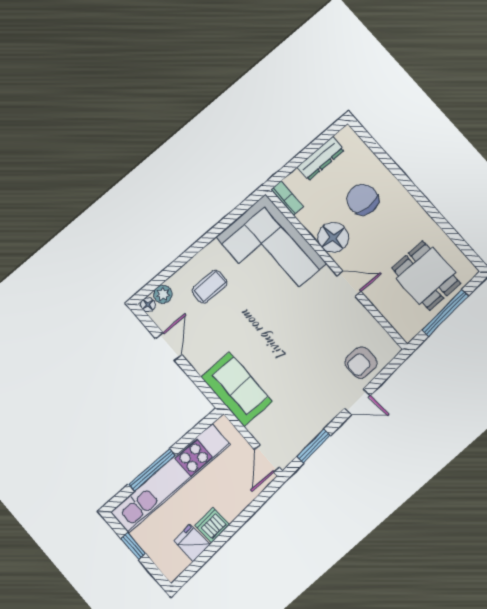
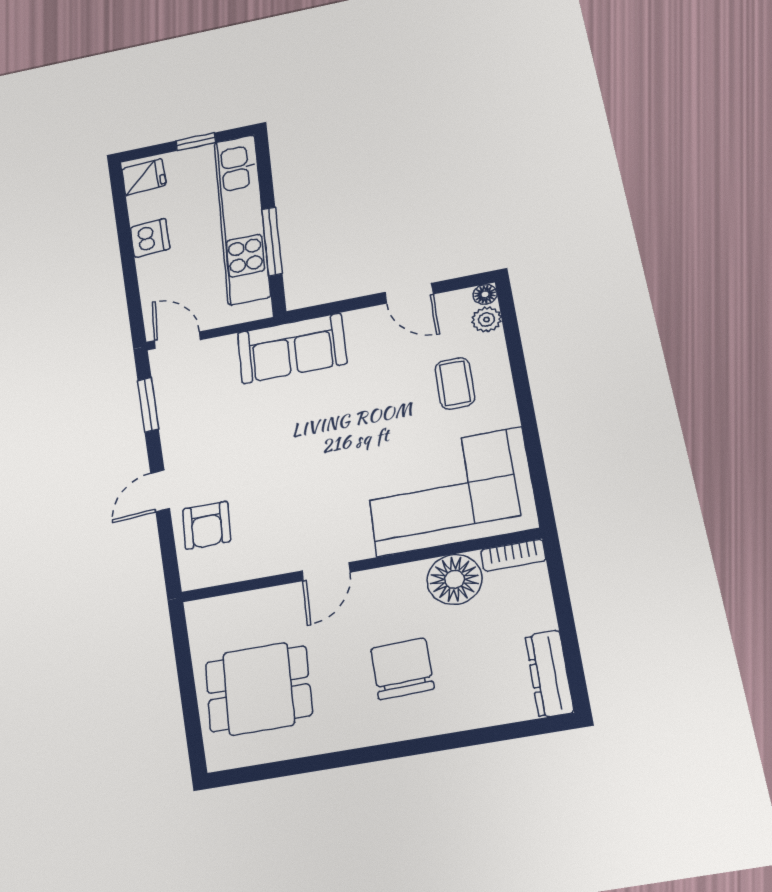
dresser: (321, 159) -> (549, 674), moved
chair: (363, 199) -> (402, 669), moved, turned -92
floor lamp: (333, 238) -> (454, 579), moved
window: (445, 313) -> (187, 683), removed
armchair: (361, 363) -> (207, 525), turned 180
window: (152, 470) -> (272, 241), moved
fridge: (192, 543) -> (144, 177), moved

